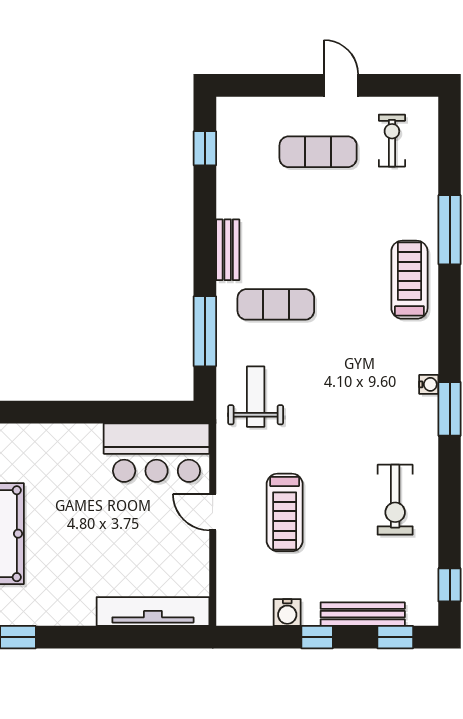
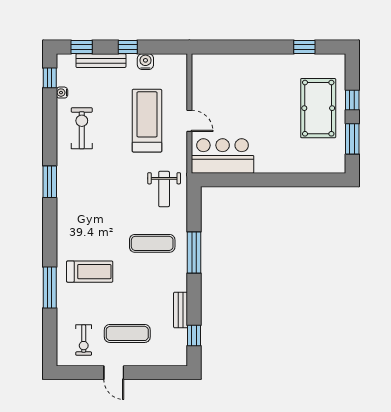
bench: (228, 250) -> (181, 310), moved
treadmill: (409, 280) -> (90, 272), moved, turned -90
window: (205, 331) -> (194, 252), moved
water cooler: (429, 384) -> (62, 93), moved
treadmill: (285, 512) -> (147, 121), width x1.37, depth x1.38
tv unit: (153, 612) -> (225, 62), removed

